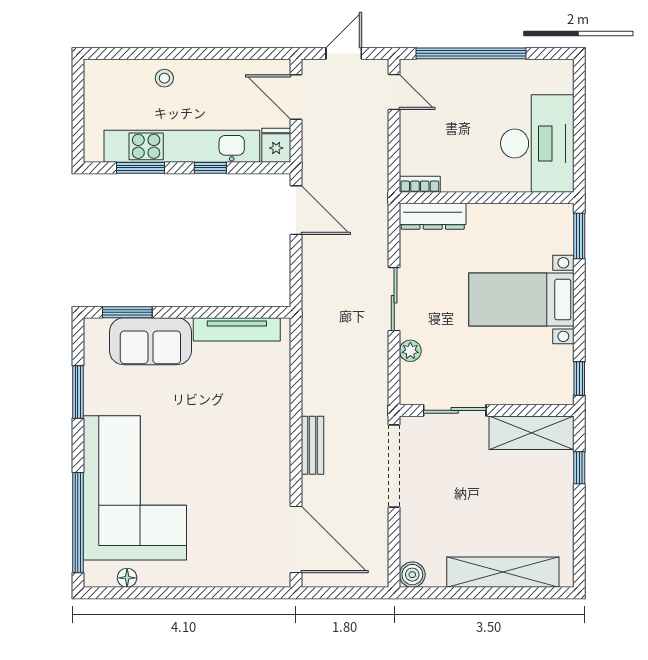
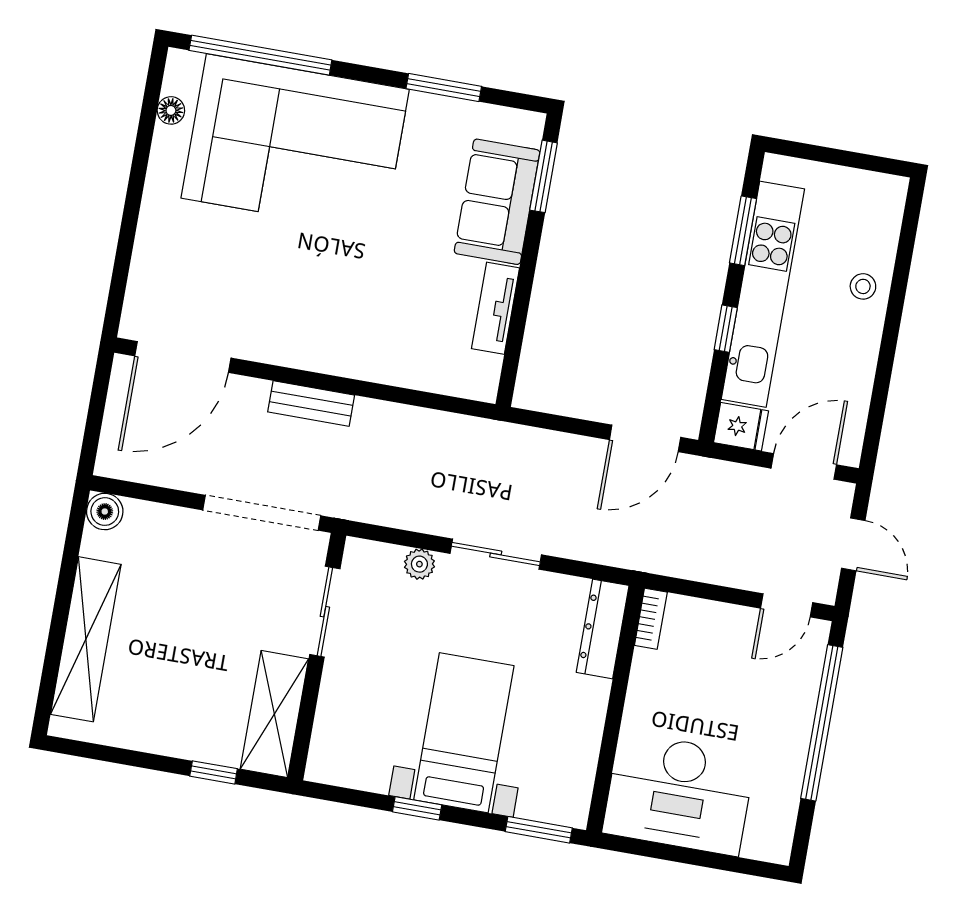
tv unit: (237, 329) -> (495, 308), width x0.71
window: (579, 379) -> (417, 808), moved

